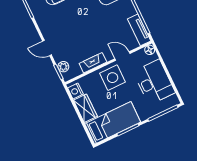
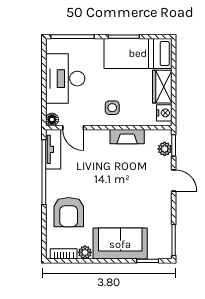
door: (122, 56) -> (73, 128), moved
side table: (113, 78) -> (112, 108), width x0.54, depth x0.54

